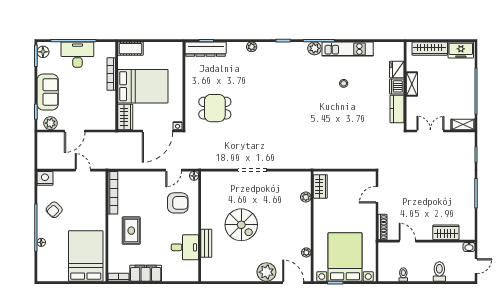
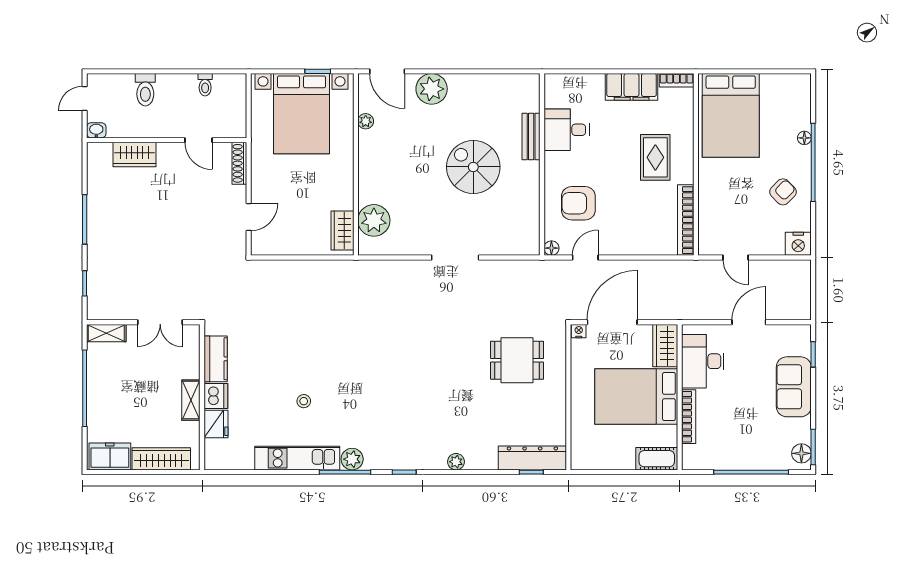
desk: (77, 55) -> (703, 361), moved, turned 90
plant: (51, 123) -> (789, 335), removed
plant: (306, 197) -> (374, 220), width x1.88, depth x1.88

